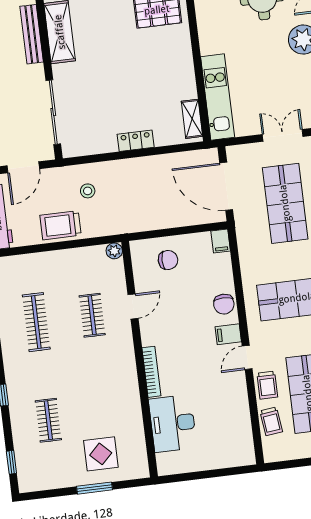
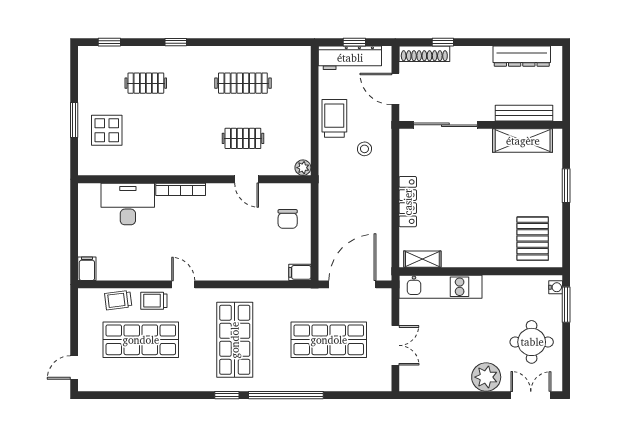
locker: (136, 141) -> (408, 202), width x1.53
chair: (224, 304) -> (238, 268), removed
filing cabinet: (228, 334) -> (87, 269), moved

